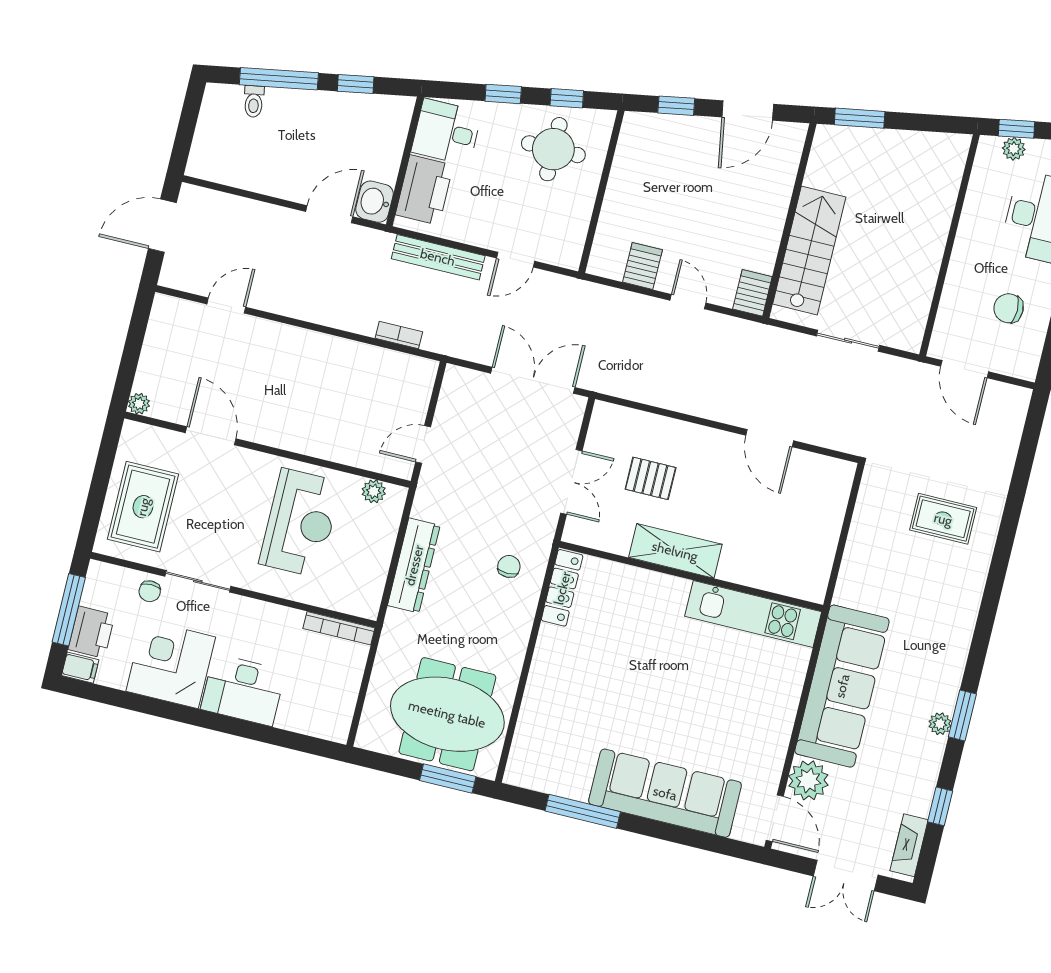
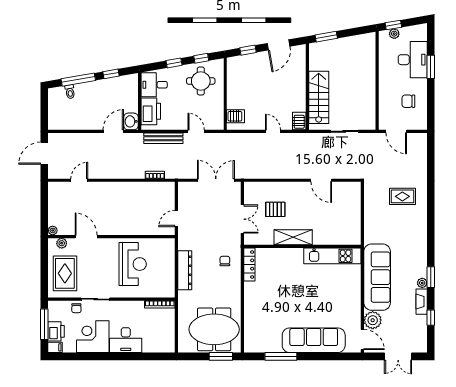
door: (516, 260) -> (196, 131), swing flipped
server rack: (643, 266) -> (236, 116), moved, turned 90
plant: (374, 491) -> (62, 243), moved
fireplace: (909, 845) -> (422, 302), moved

